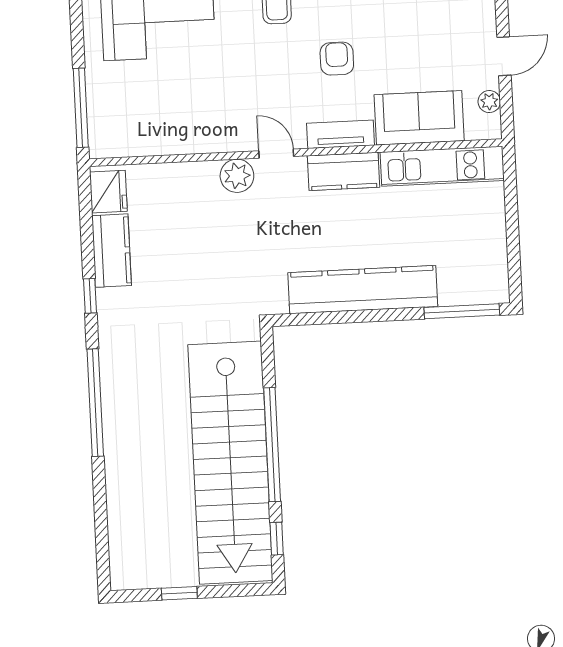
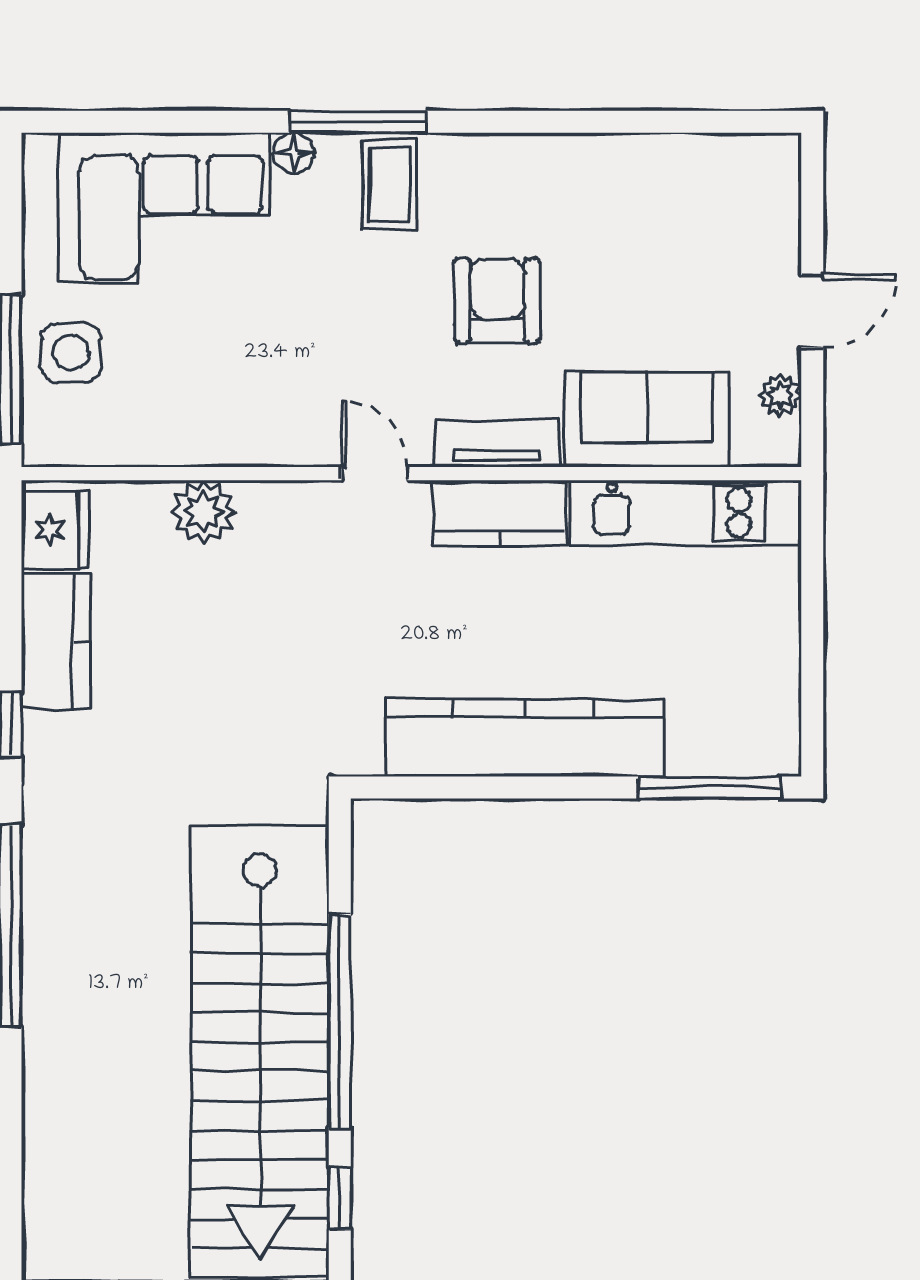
armchair: (337, 59) -> (497, 300), width x1.38, depth x1.38
side table: (112, 97) -> (71, 353), added
plant: (237, 176) -> (204, 512), moved

